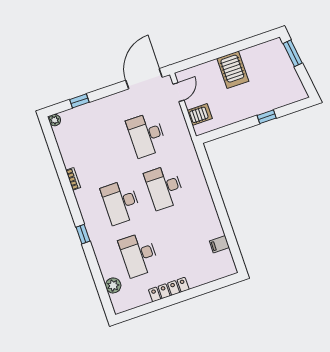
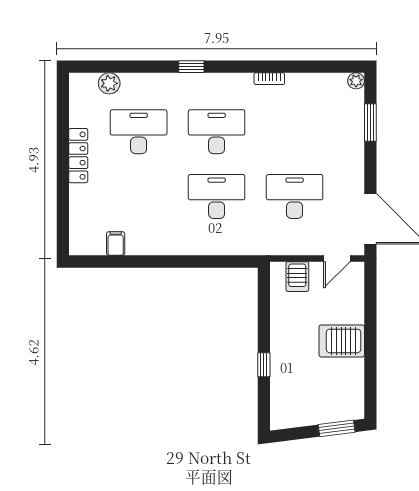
door: (178, 92) -> (337, 258), hinge flipped
window: (79, 101) -> (370, 123), width x1.50

